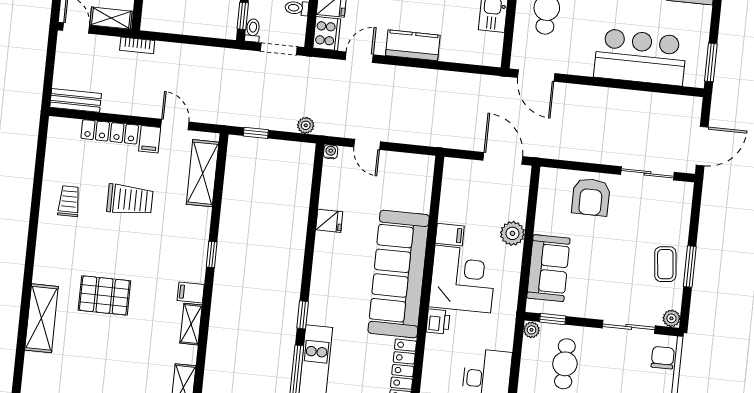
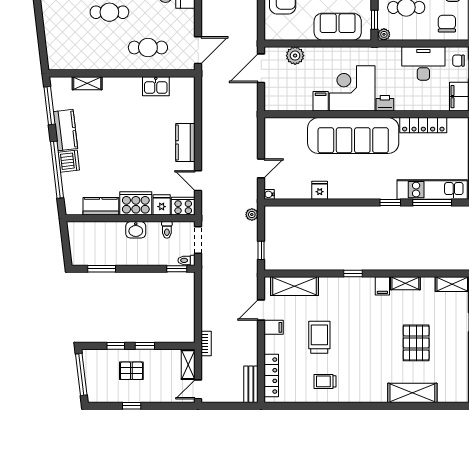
locker: (110, 132) -> (271, 376), moved
plant: (512, 233) -> (295, 56), moved
pallet: (104, 295) -> (416, 343), moved

